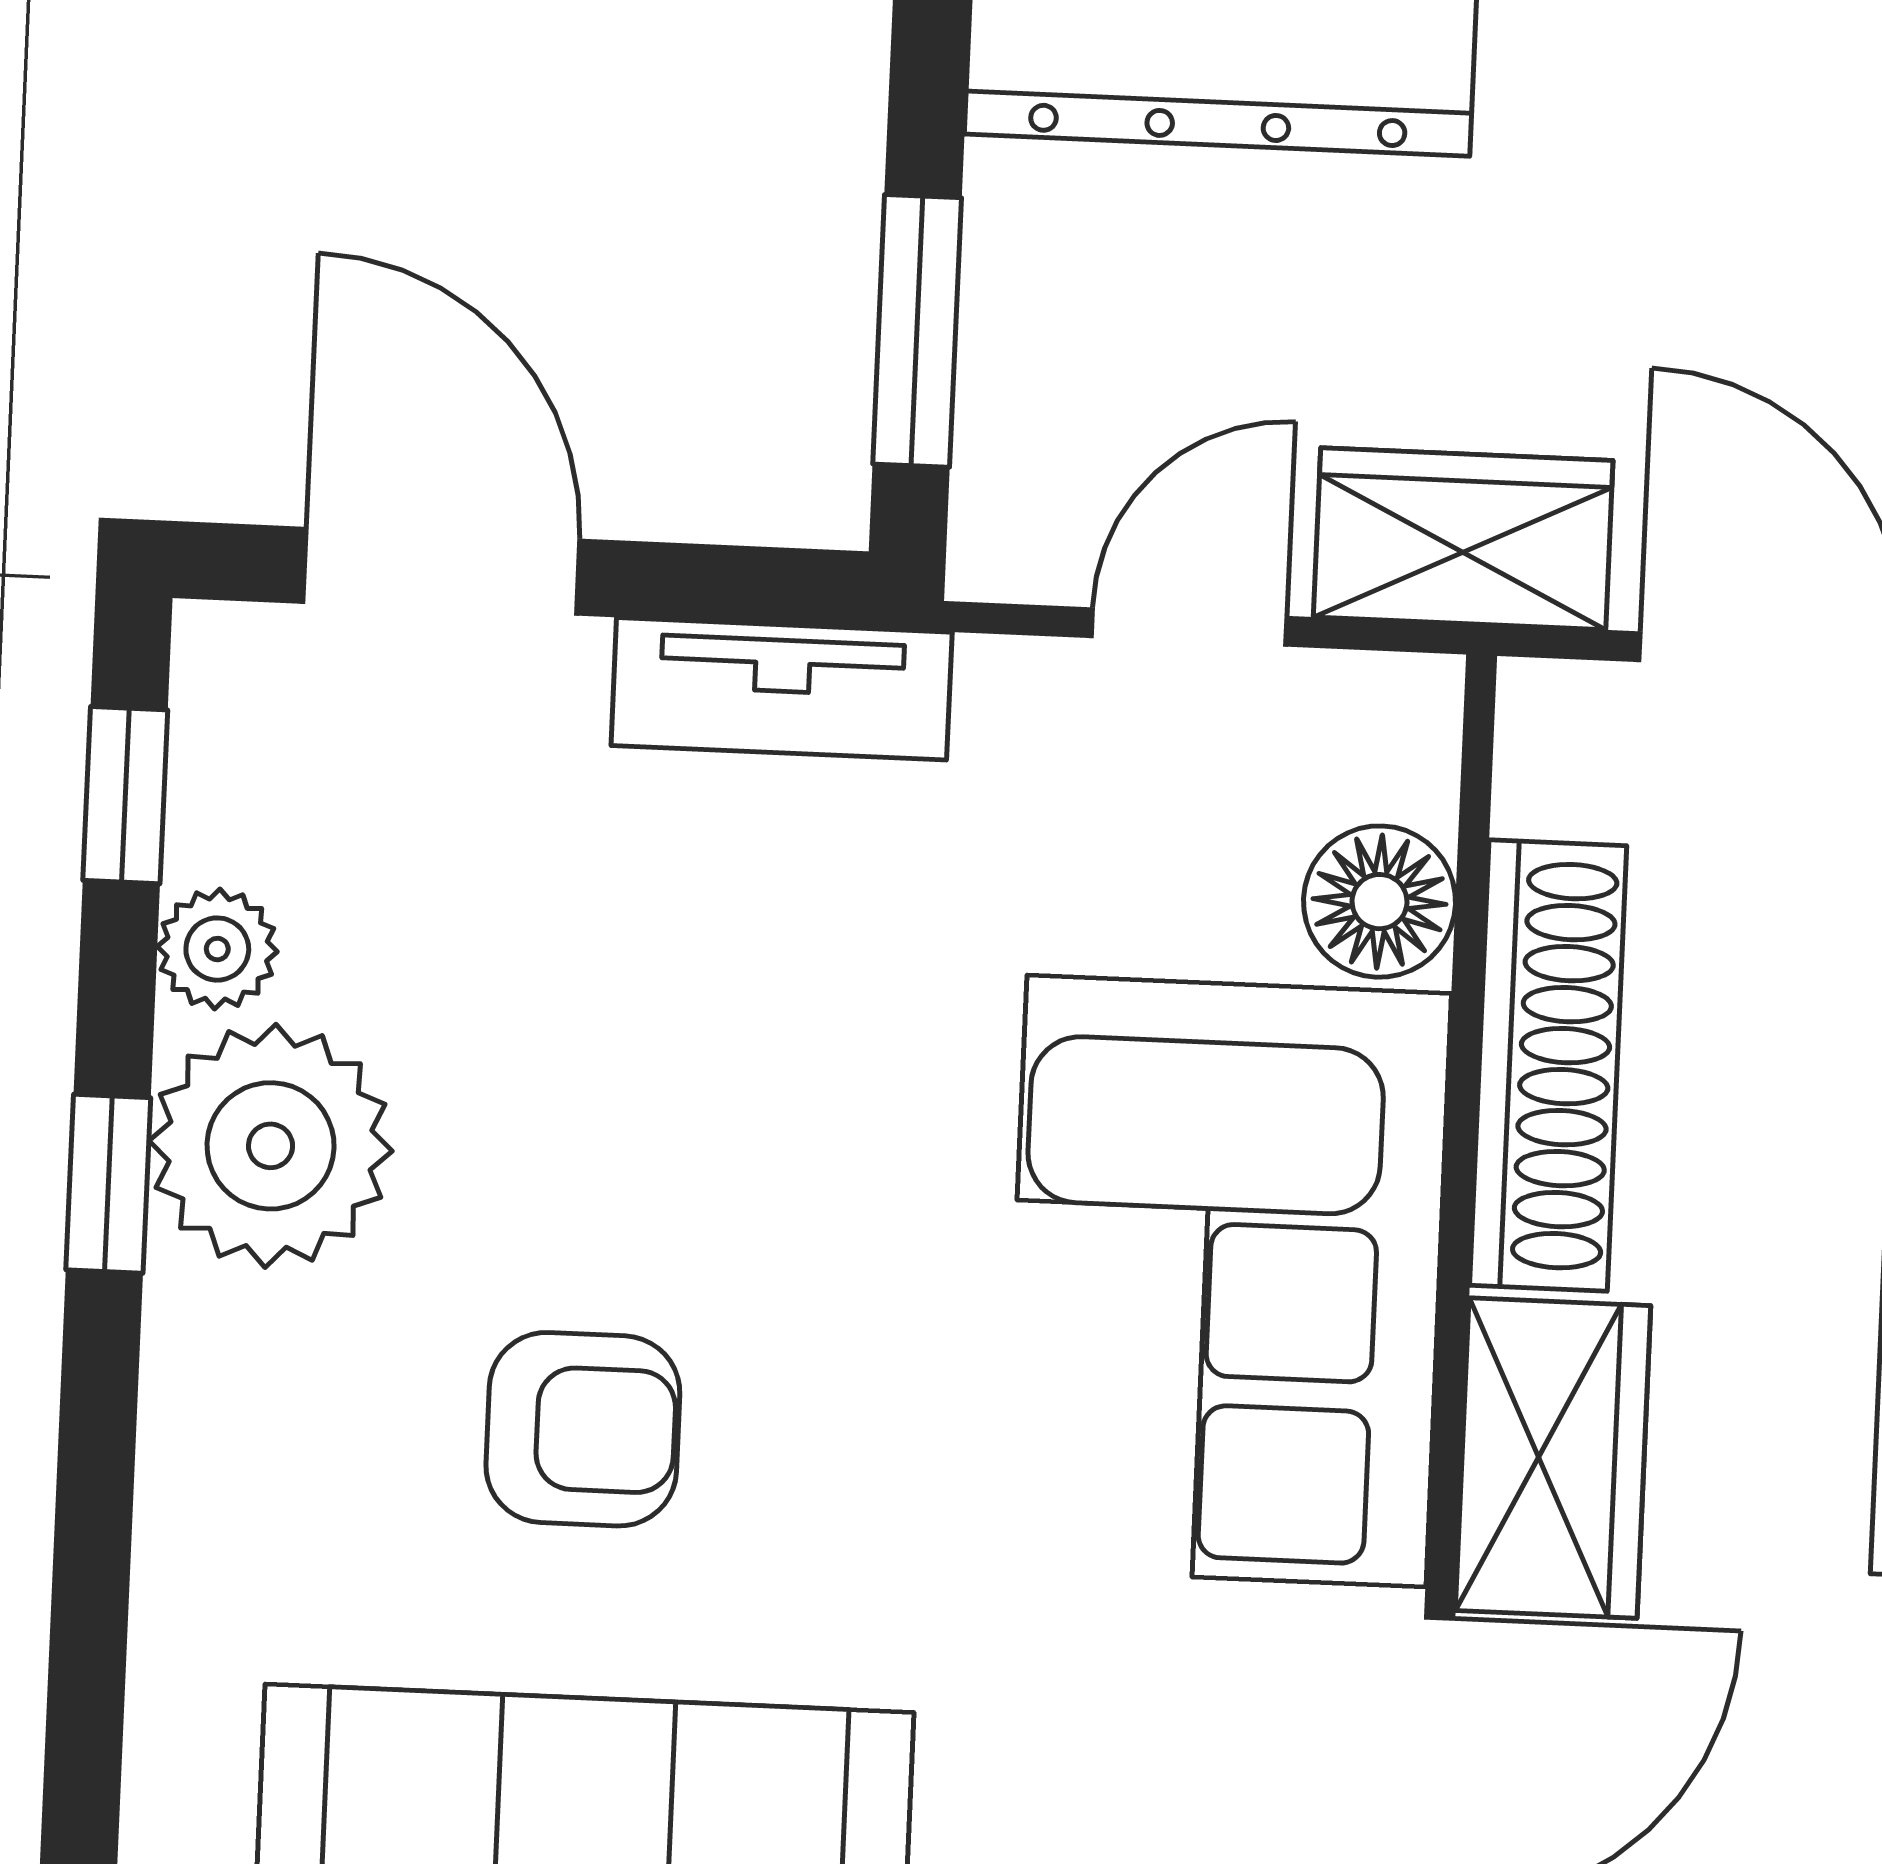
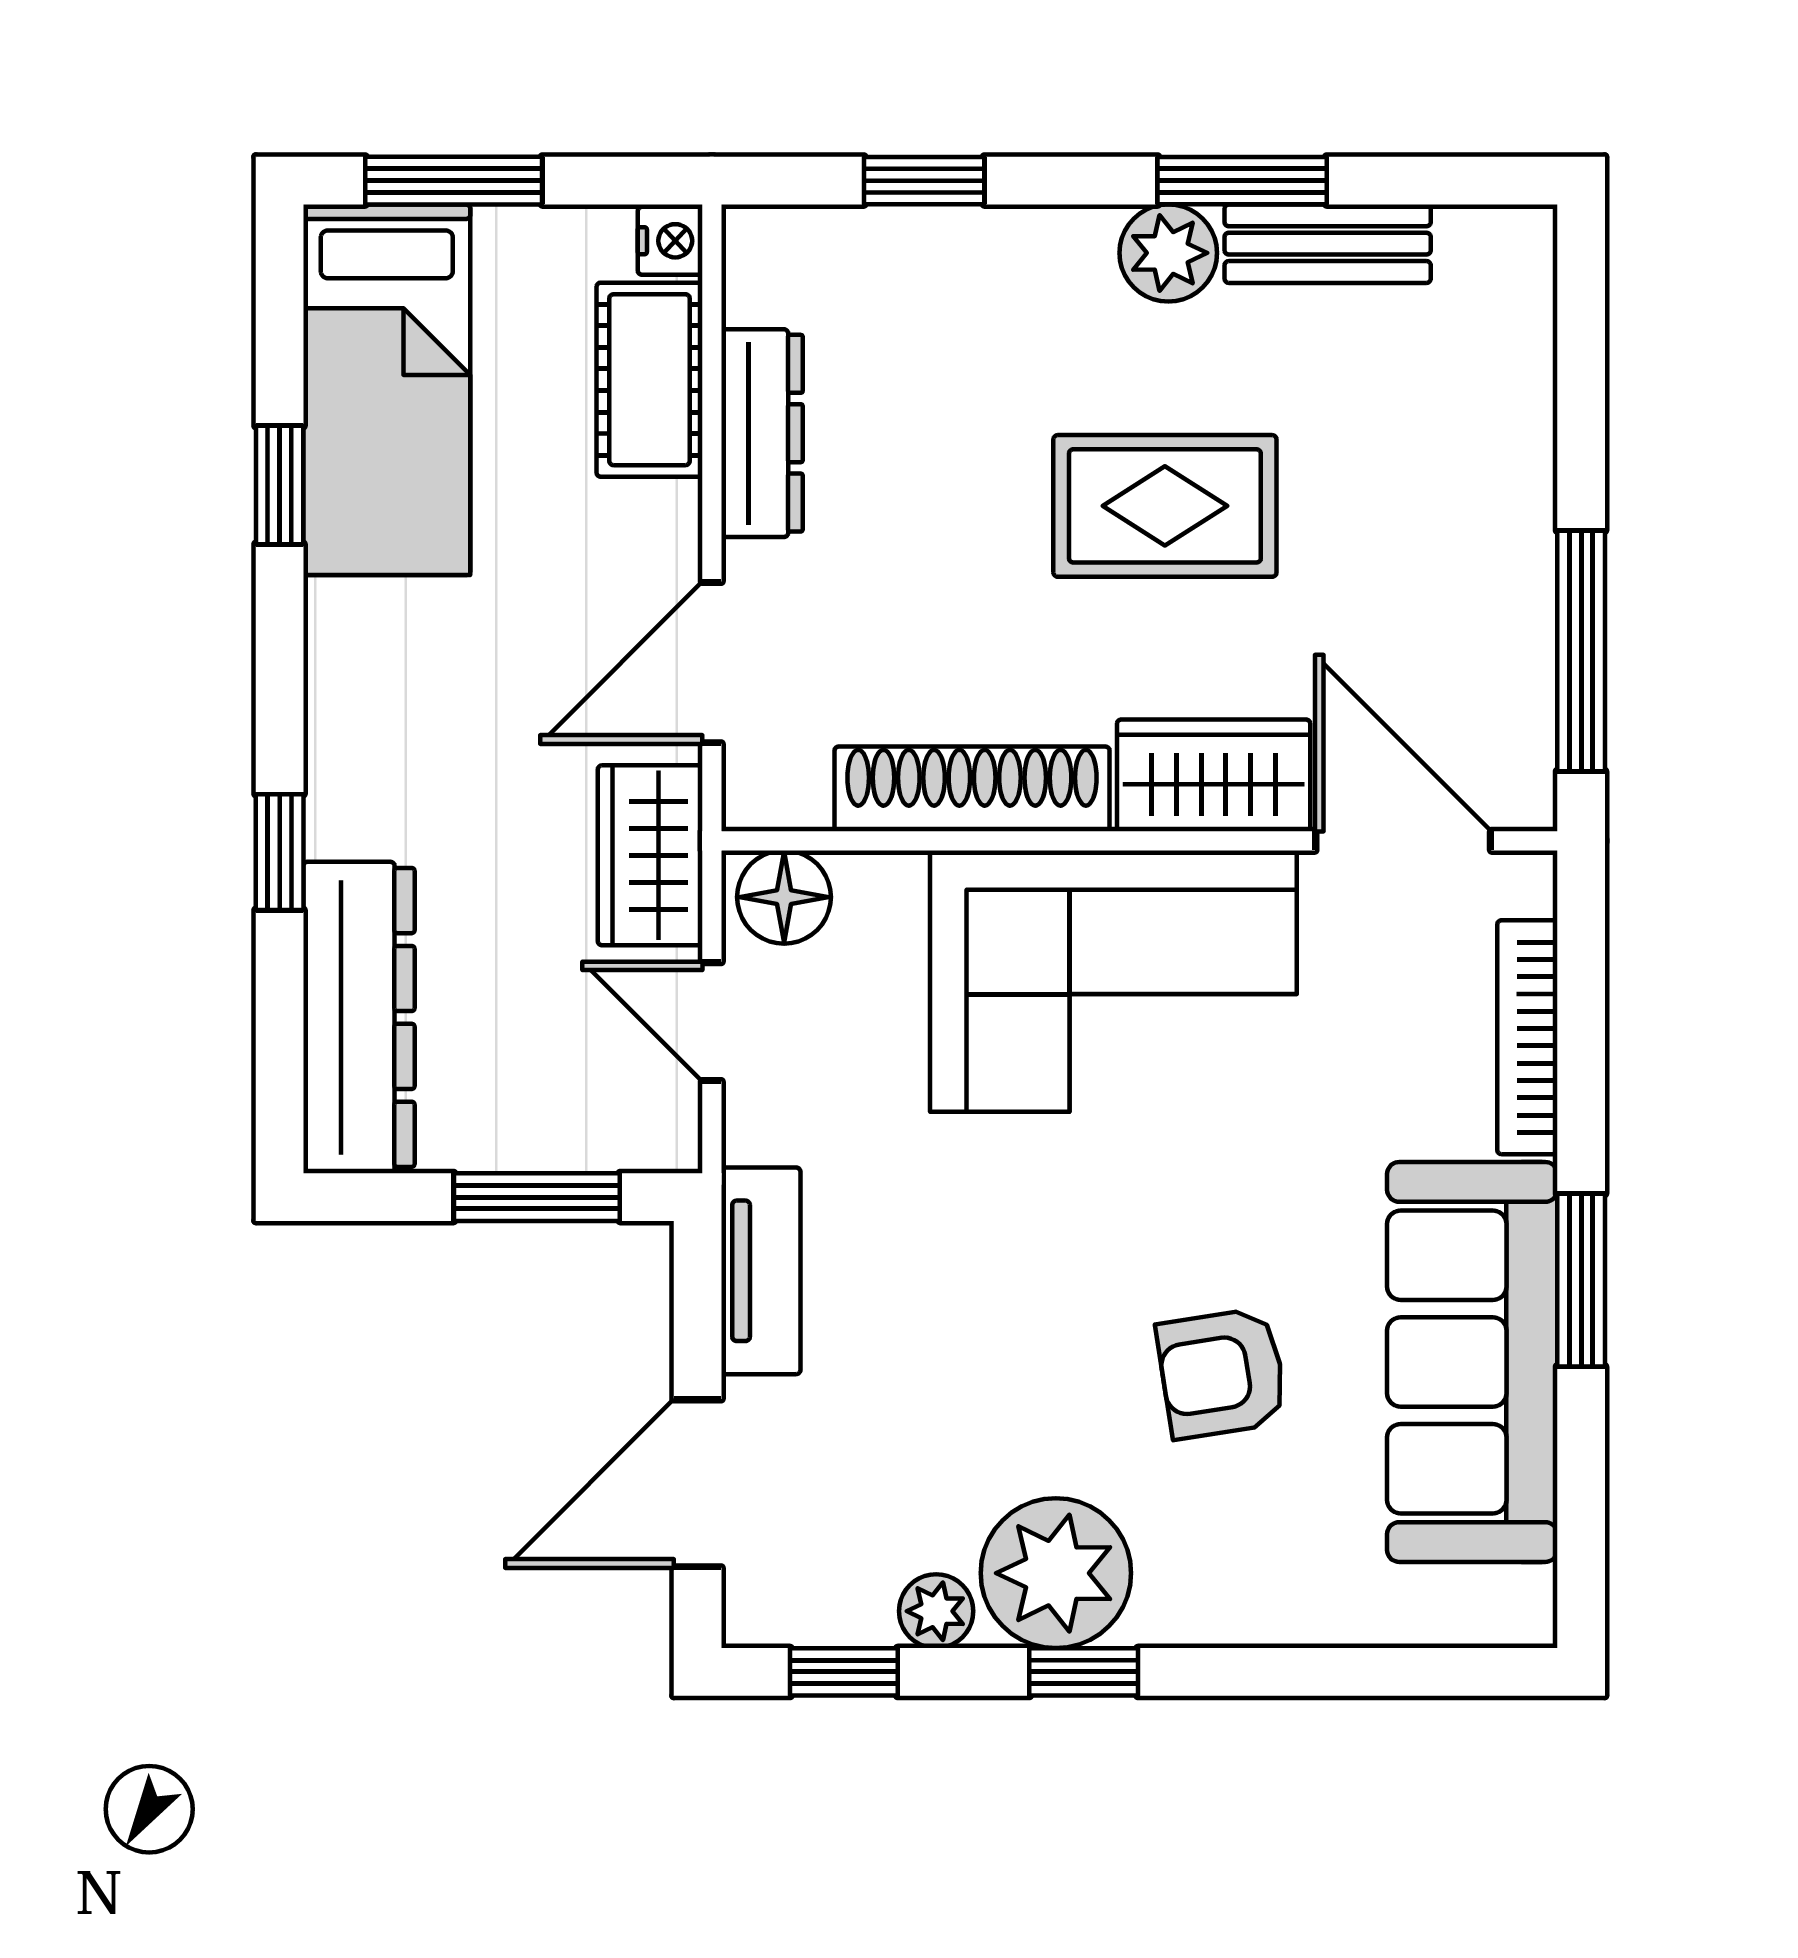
floor lamp: (1379, 902) -> (784, 897), moved
armchair: (583, 1429) -> (1222, 1373), turned -99

